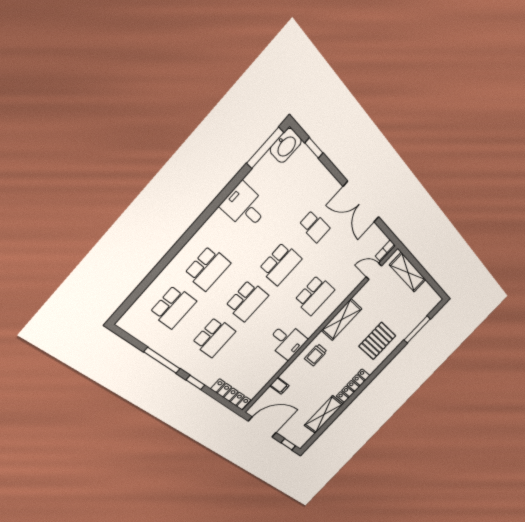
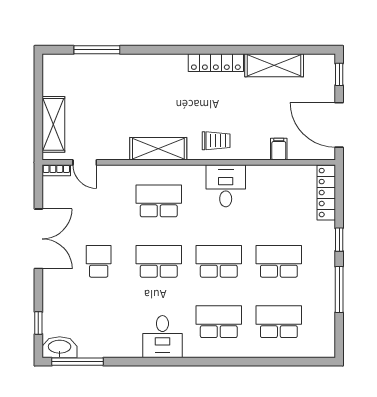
desk: (245, 207) -> (162, 337), moved
pallet: (377, 341) -> (147, 85), removed

